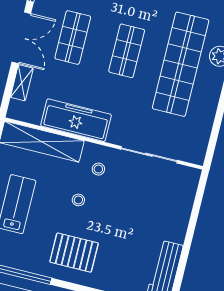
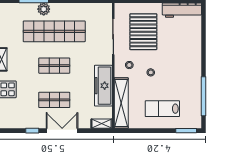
shelving: (22, 83) -> (102, 124), moved
pallet: (74, 253) -> (143, 32), moved, width x1.37, depth x1.41

